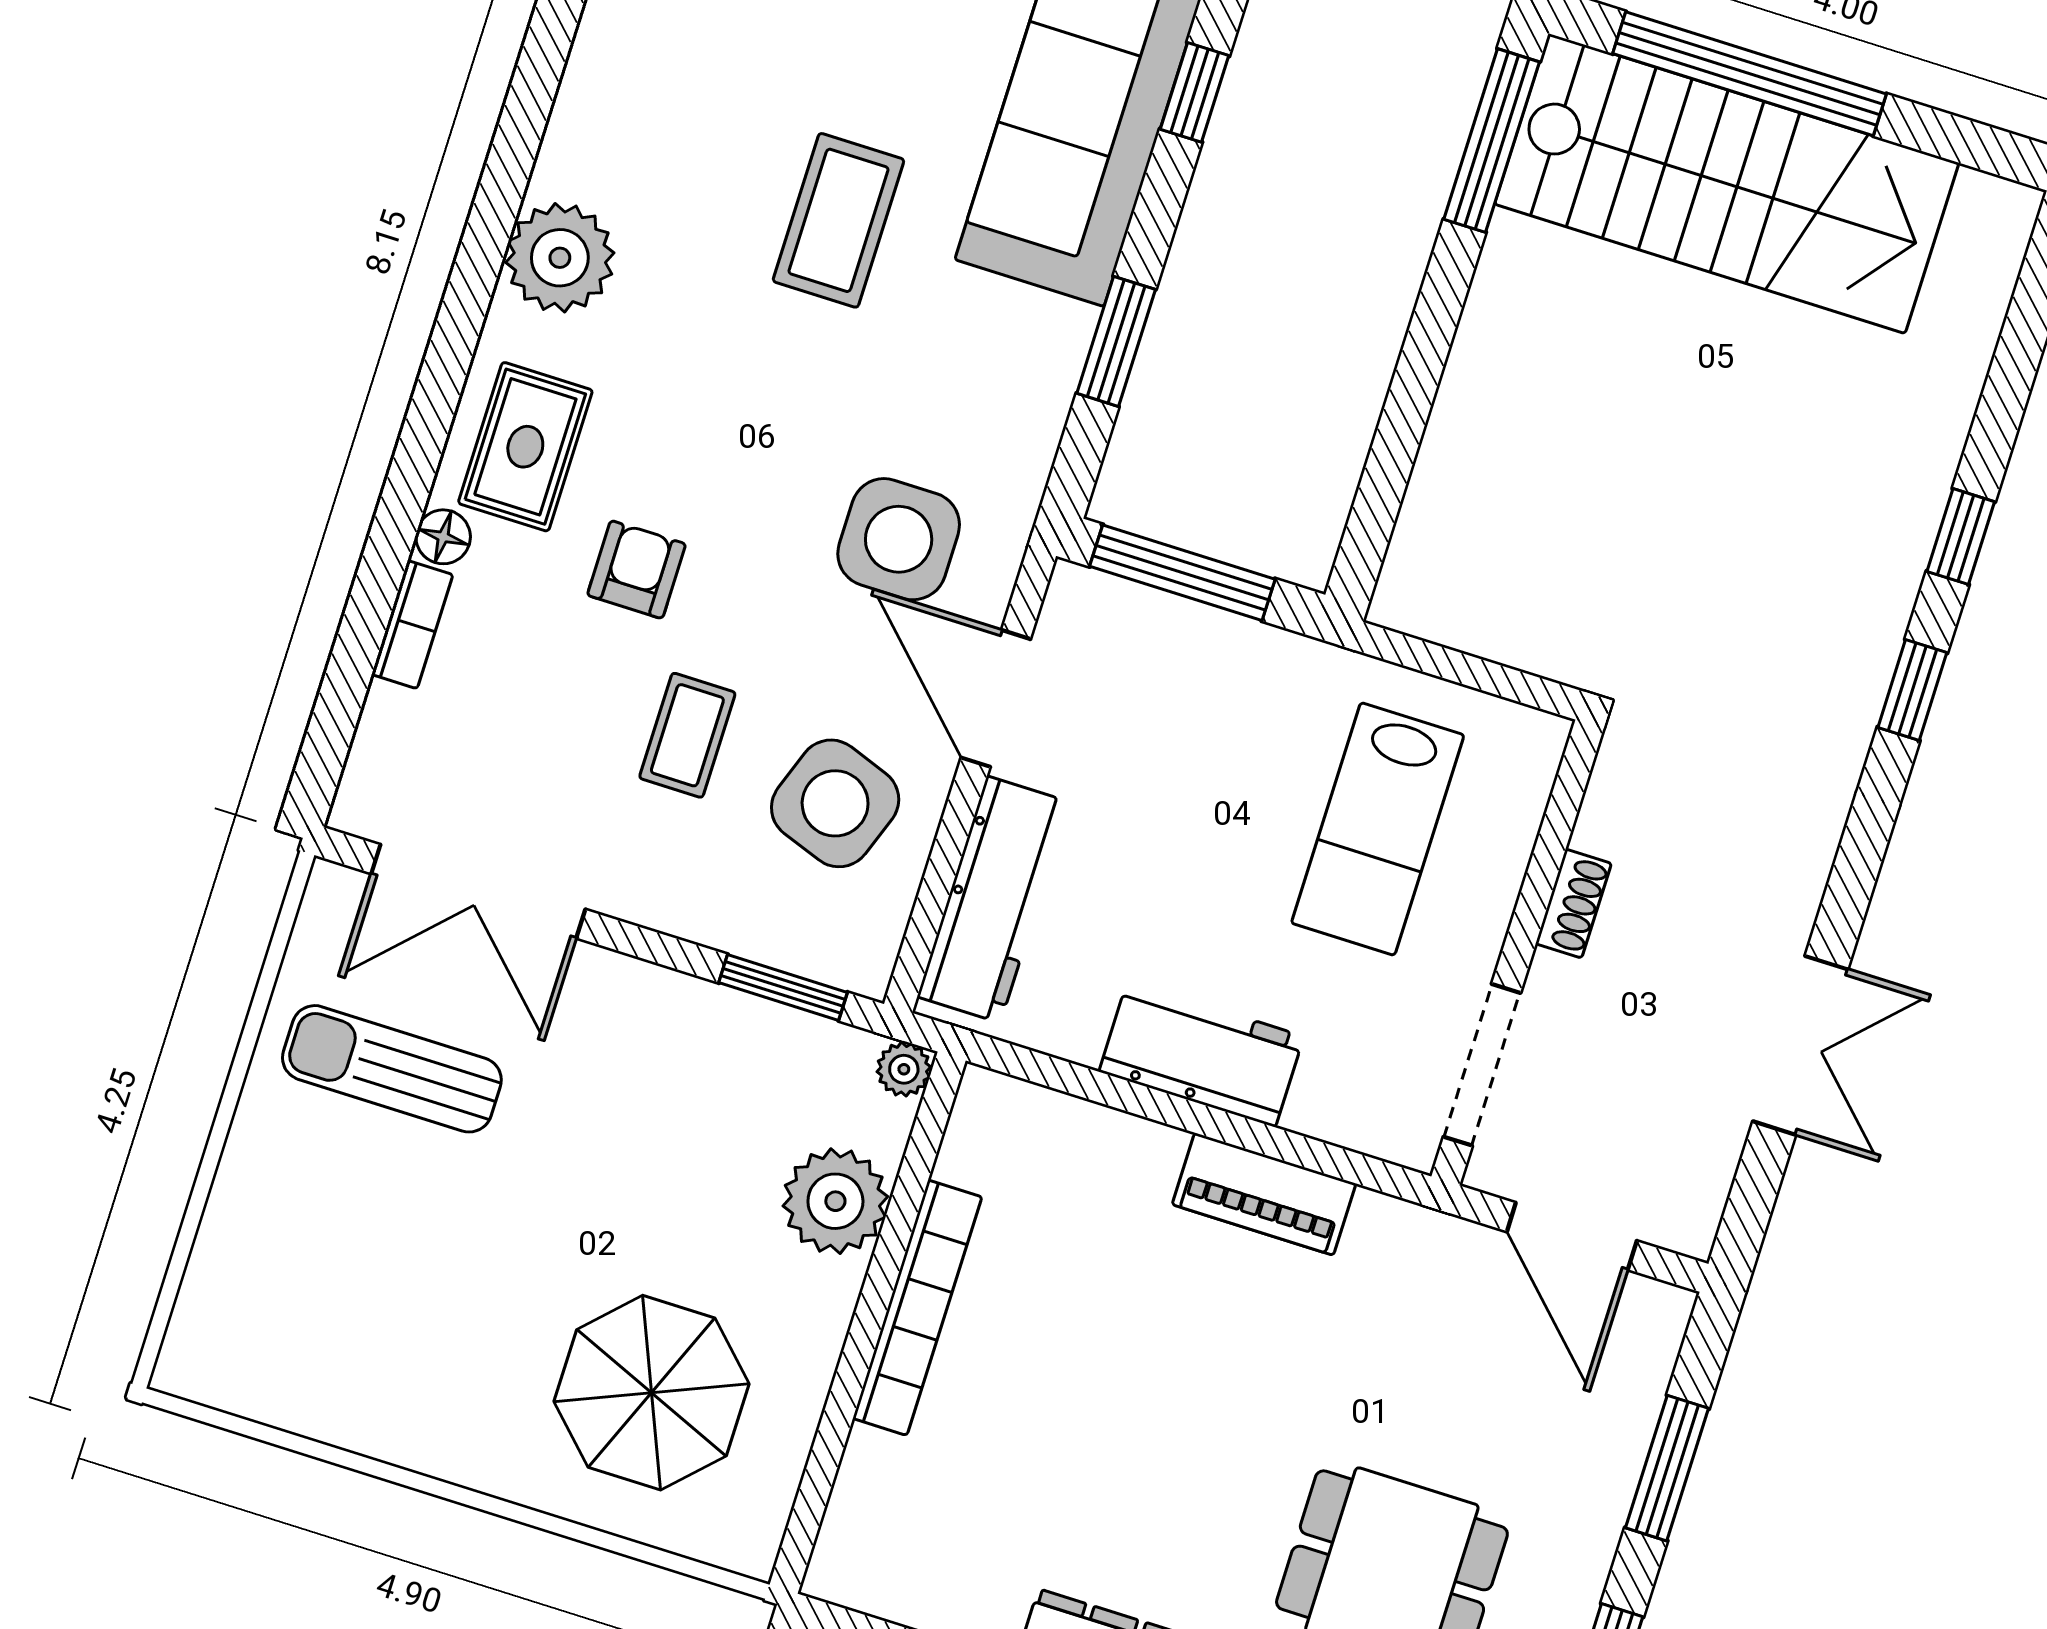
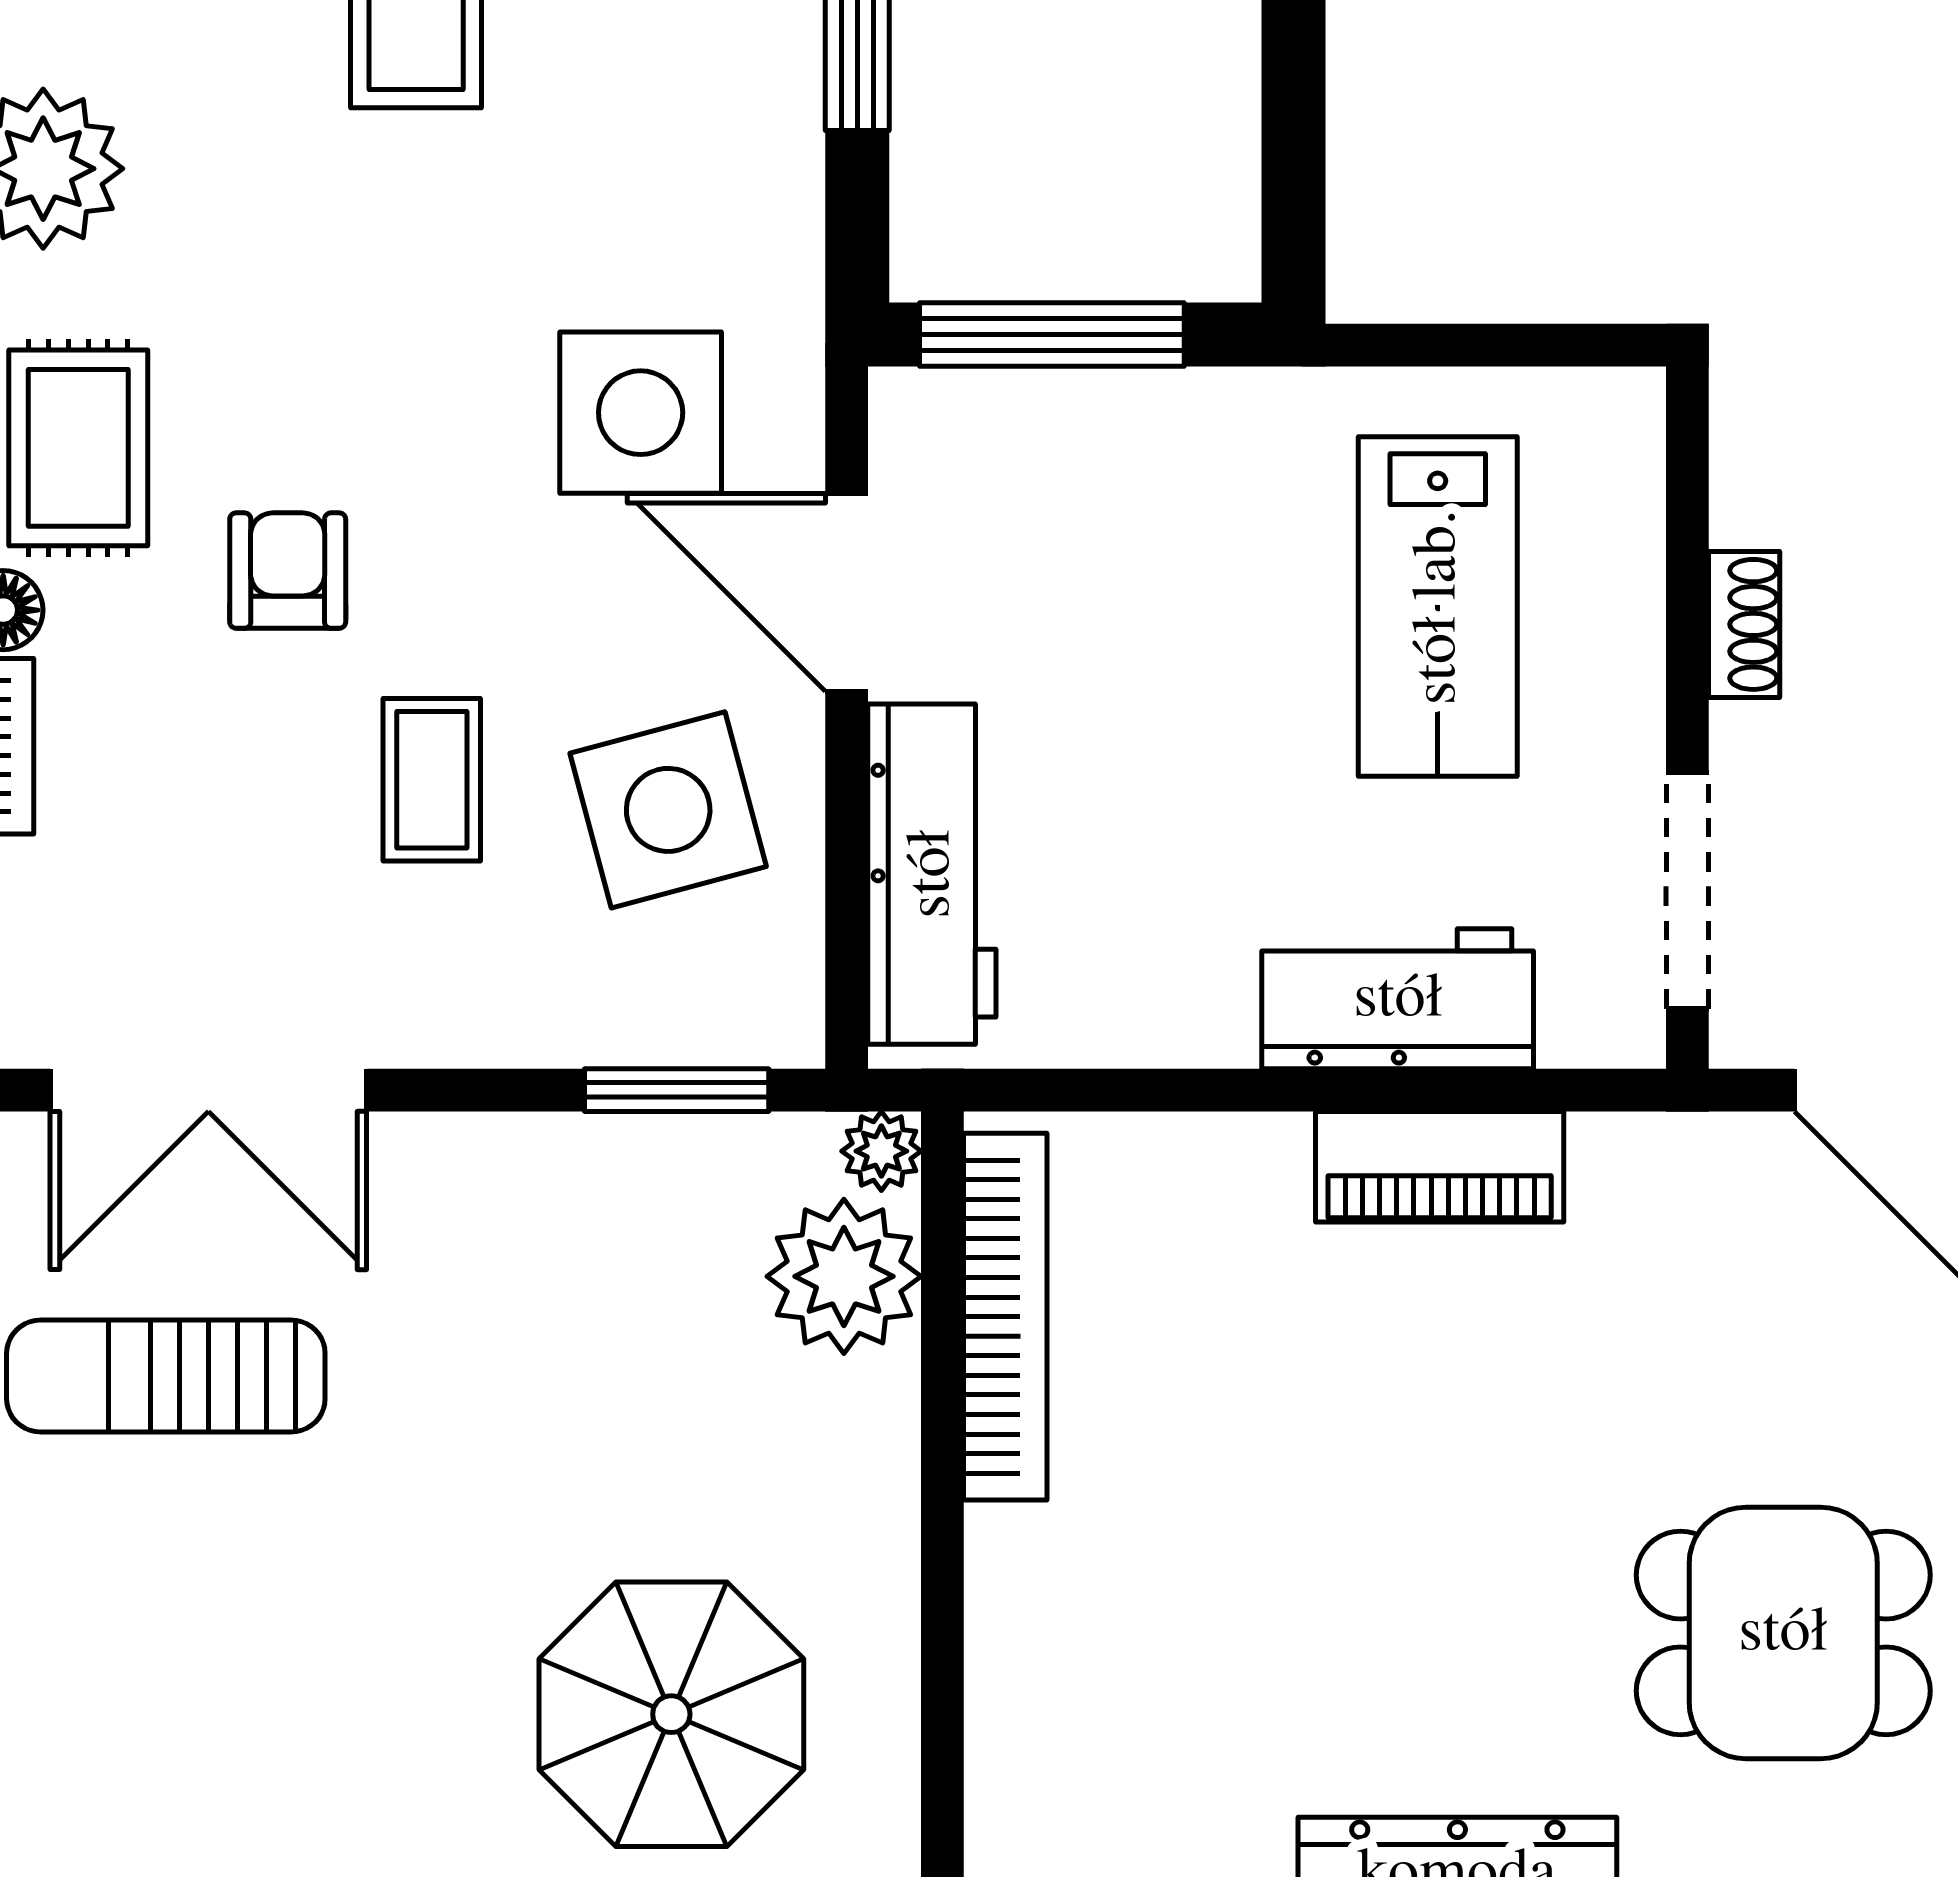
side table: (835, 803) -> (668, 810), turned -35
workbench: (1201, 1054) -> (1398, 999), moved
plant: (835, 1201) -> (844, 1276), moved
bookcase: (917, 1308) -> (1005, 1317), moved

